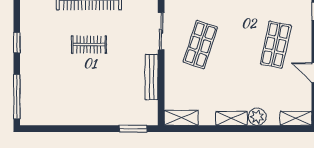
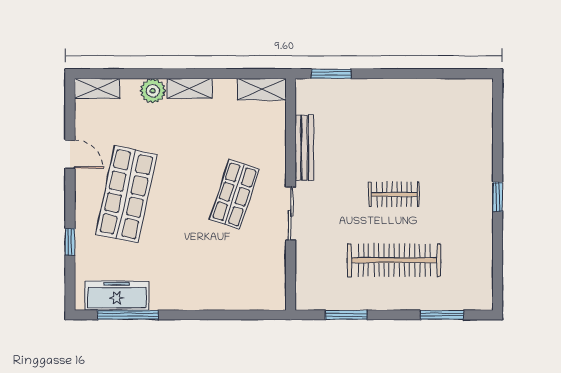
shop shelf: (276, 45) -> (126, 194), width x1.43, depth x1.36
window: (17, 97) -> (498, 120), removed

